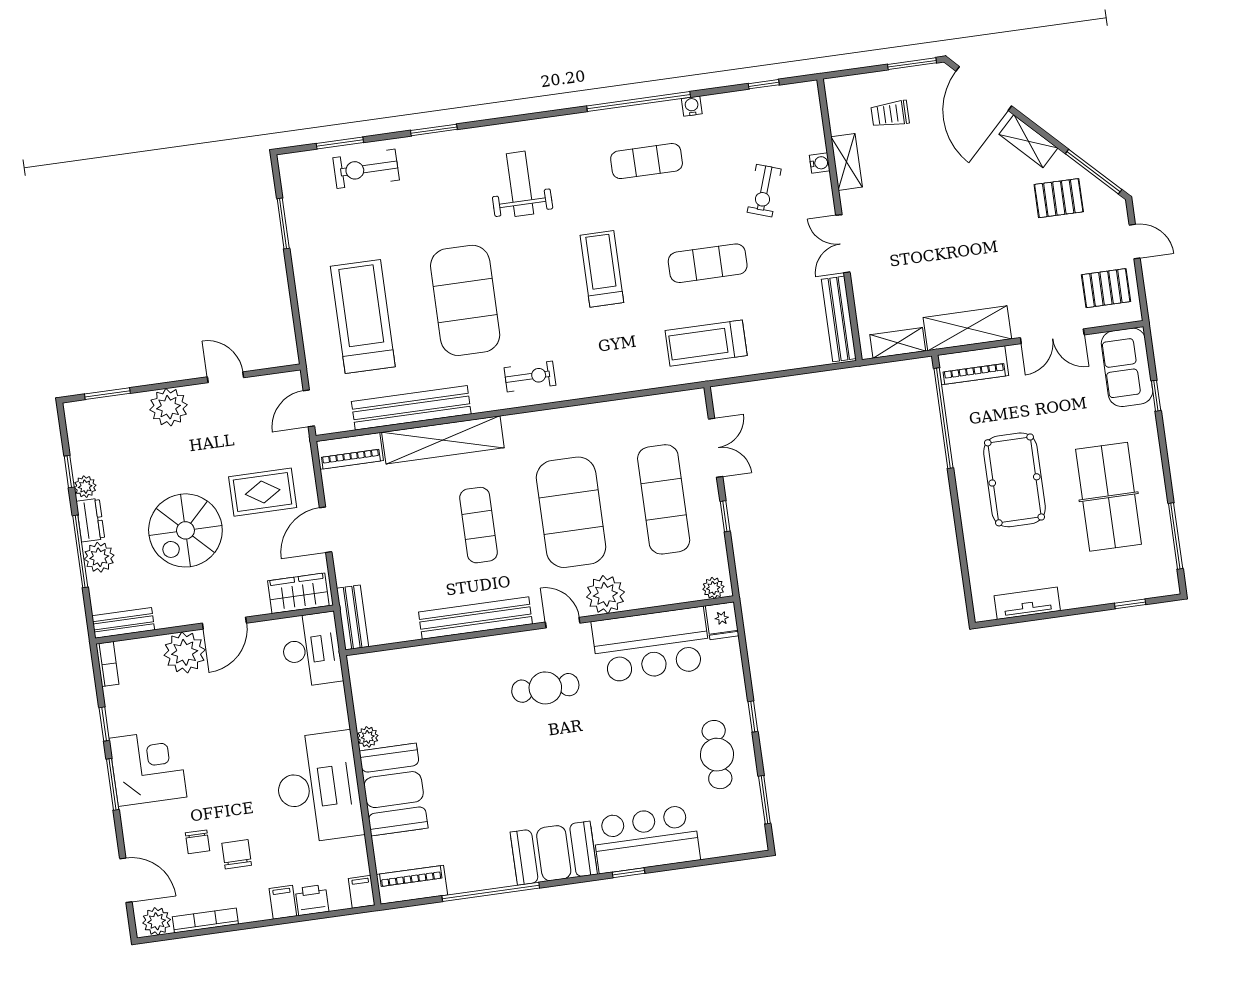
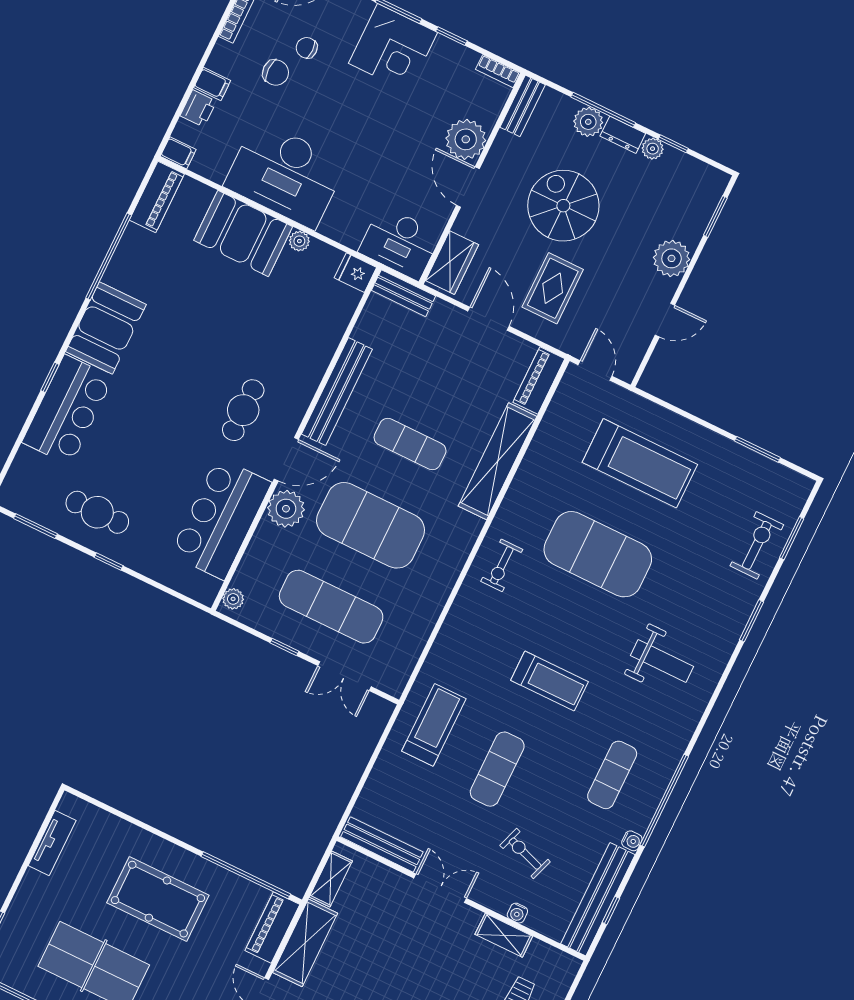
bench: (411, 408) -> (598, 899), moved
fridge: (722, 621) -> (355, 273), moved
door: (563, 623) -> (286, 459), width x1.38

